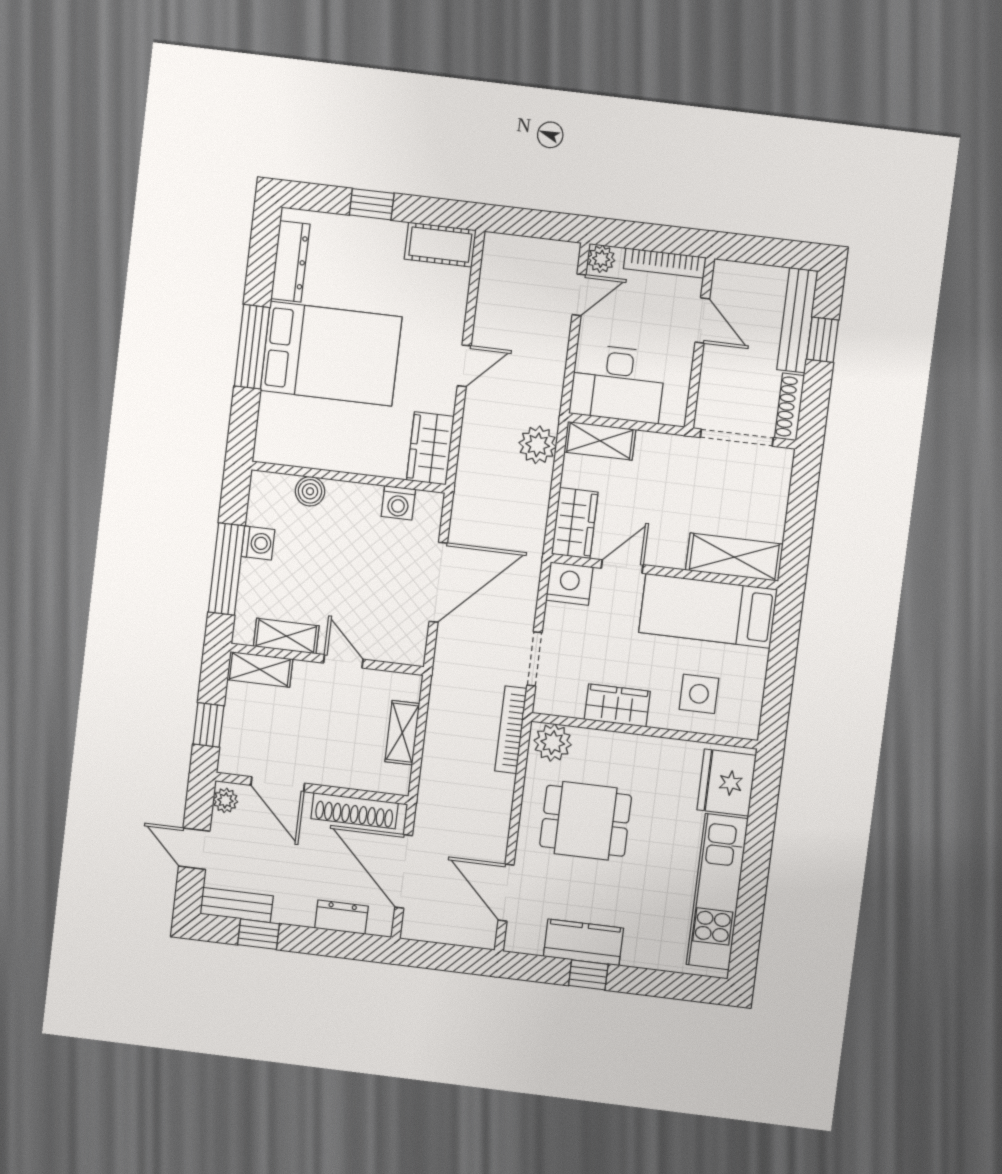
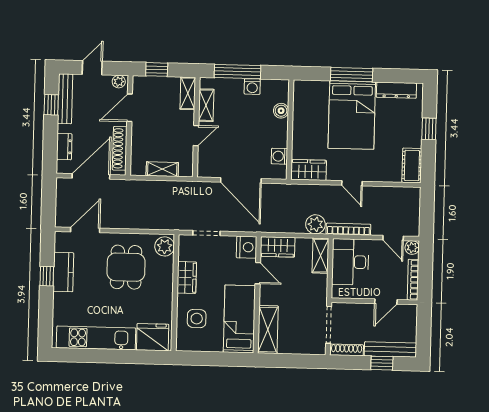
bookcase: (511, 730) -> (348, 229), moved
bench: (237, 905) -> (65, 99), width x1.36

